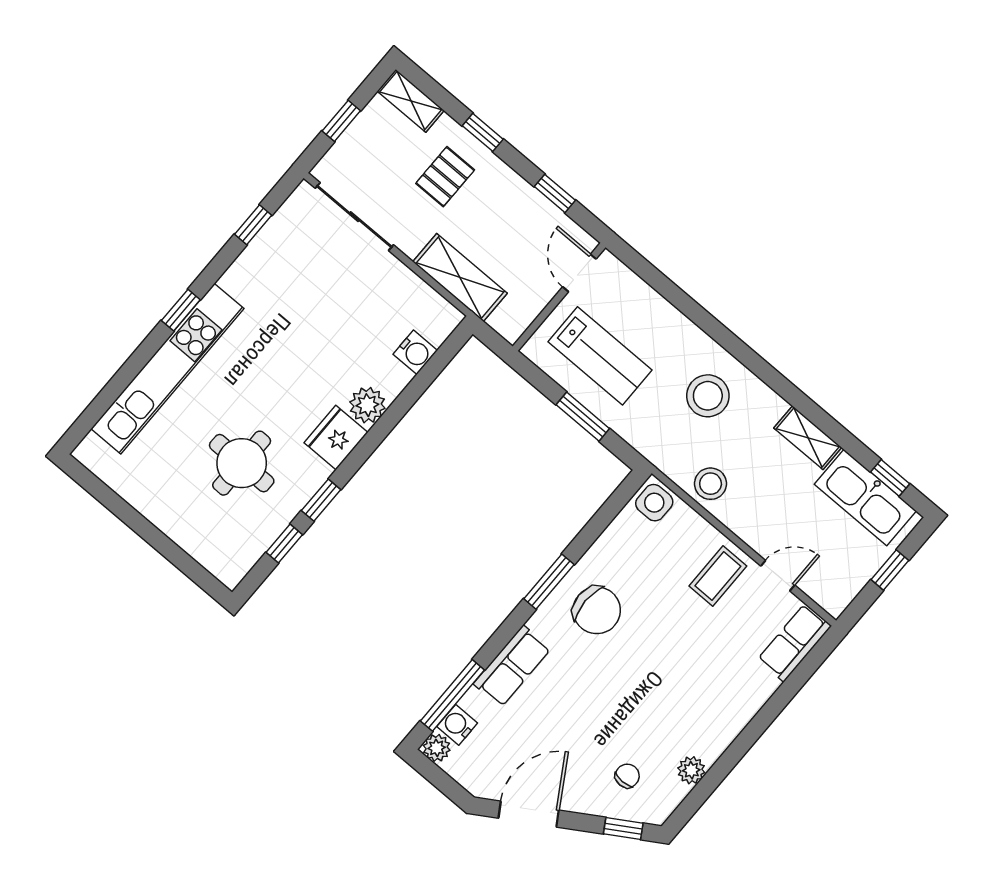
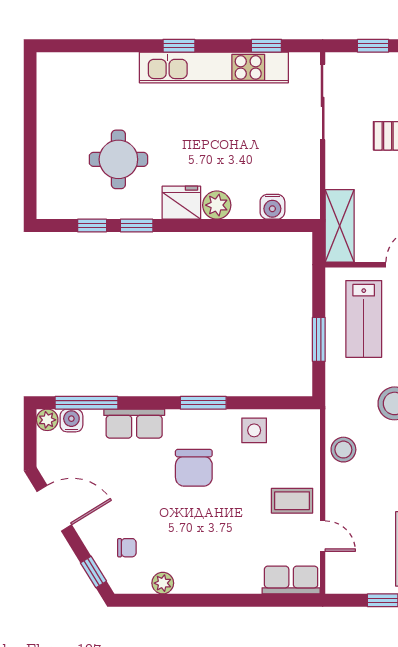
shelving: (460, 278) -> (340, 226), moved
kitchen unit: (168, 369) -> (214, 67), moved
side table: (654, 503) -> (254, 430), moved
chair: (597, 610) -> (194, 468), moved

